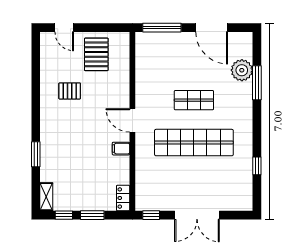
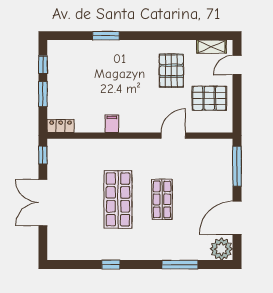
plant: (242, 70) -> (221, 249), moved
pallet: (70, 91) -> (171, 71), width x1.50, depth x1.42
door: (132, 120) -> (173, 136), moved
shop shelf: (194, 143) -> (118, 199), width x0.71
window: (257, 166) -> (111, 265), moved
shelving: (46, 197) -> (212, 47), moved

